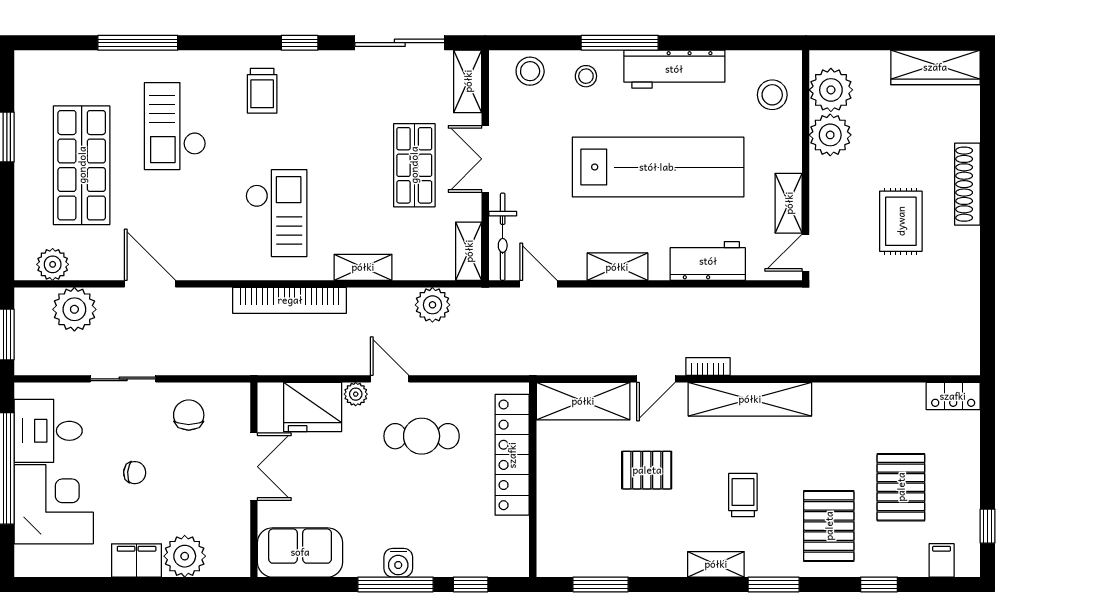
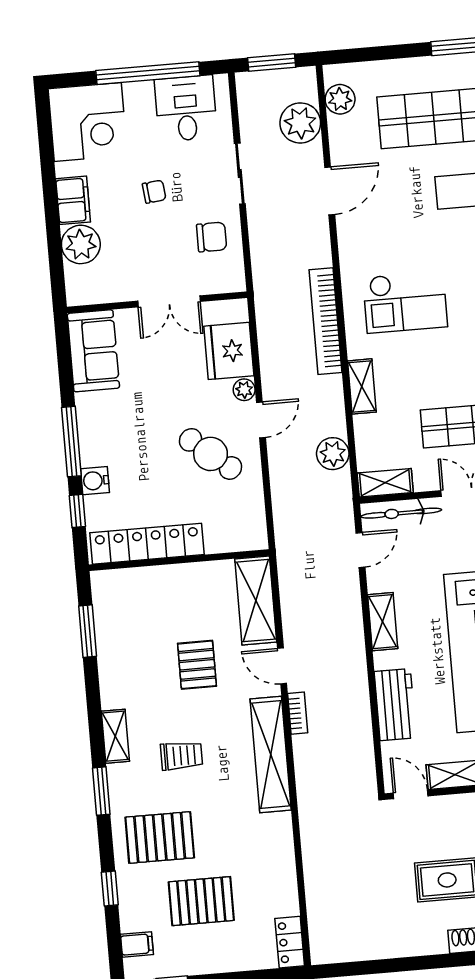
cafe table: (422, 436) -> (211, 454), turned -50
locker: (512, 455) -> (147, 544), moved
chair: (135, 473) -> (154, 192), turned -101
corner desk: (54, 504) -> (88, 122), moved
water cooler: (398, 563) -> (95, 481), moved

